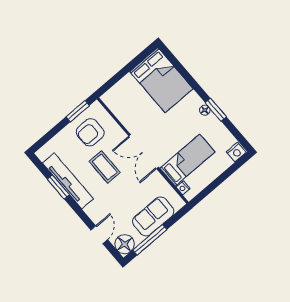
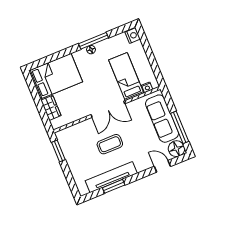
wardrobe: (124, 87) -> (51, 108), added
window: (216, 110) -> (93, 41), width x1.44
armchair: (90, 132) -> (78, 147), removed
sofa: (153, 216) -> (162, 119), width x1.36

